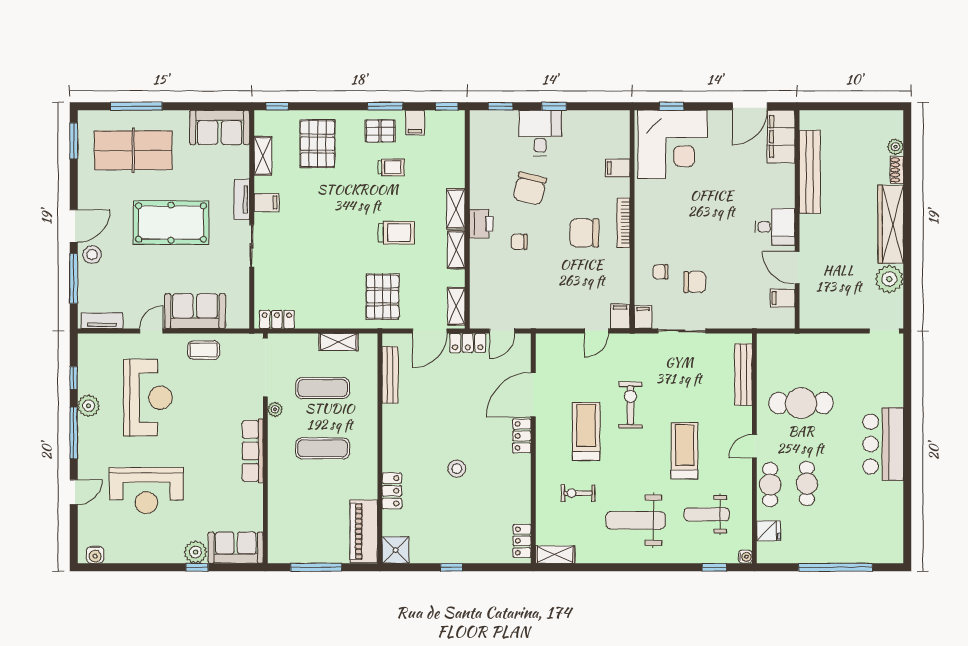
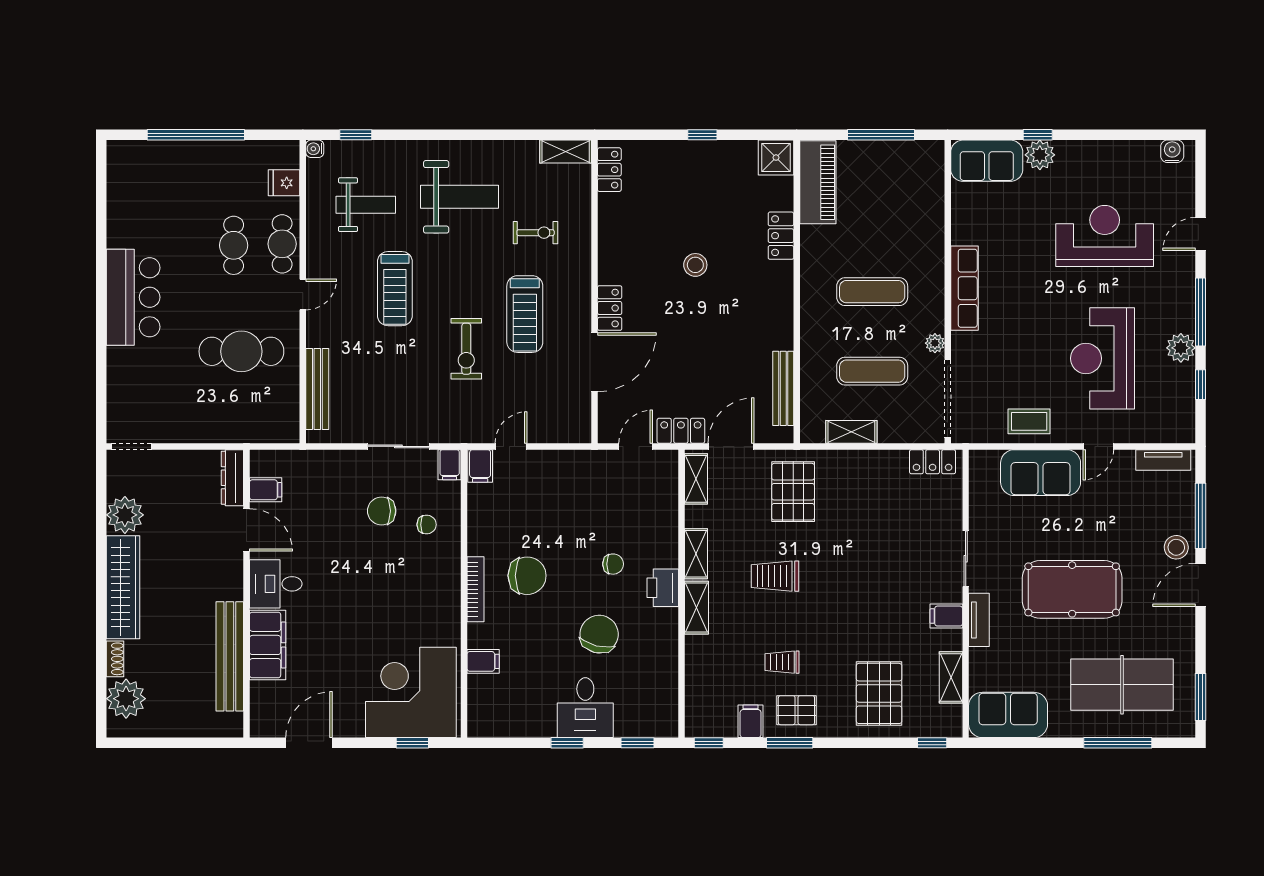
filing cabinet: (781, 137) -> (268, 645), moved
plant: (895, 147) -> (126, 699), width x1.88, depth x1.88
dresser: (808, 307) -> (232, 478), added

